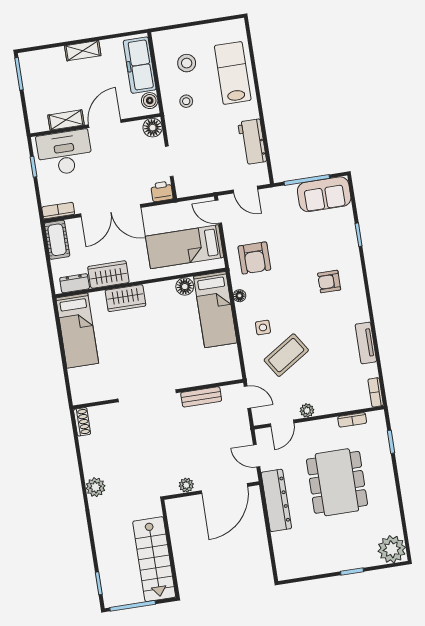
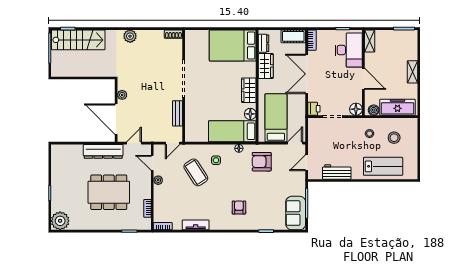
shelving: (66, 120) -> (370, 41), moved
wardrobe: (125, 298) -> (249, 90), moved
bed: (77, 331) -> (233, 45), width x1.50
stairs: (154, 559) -> (78, 40), moved, turned 180

